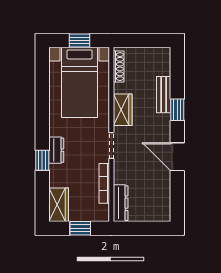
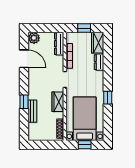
dresser: (56, 150) -> (99, 62), moved
door: (177, 157) -> (24, 59), moved
window: (42, 160) -> (108, 98), moved
plant: (161, 212) -> (34, 38), added

